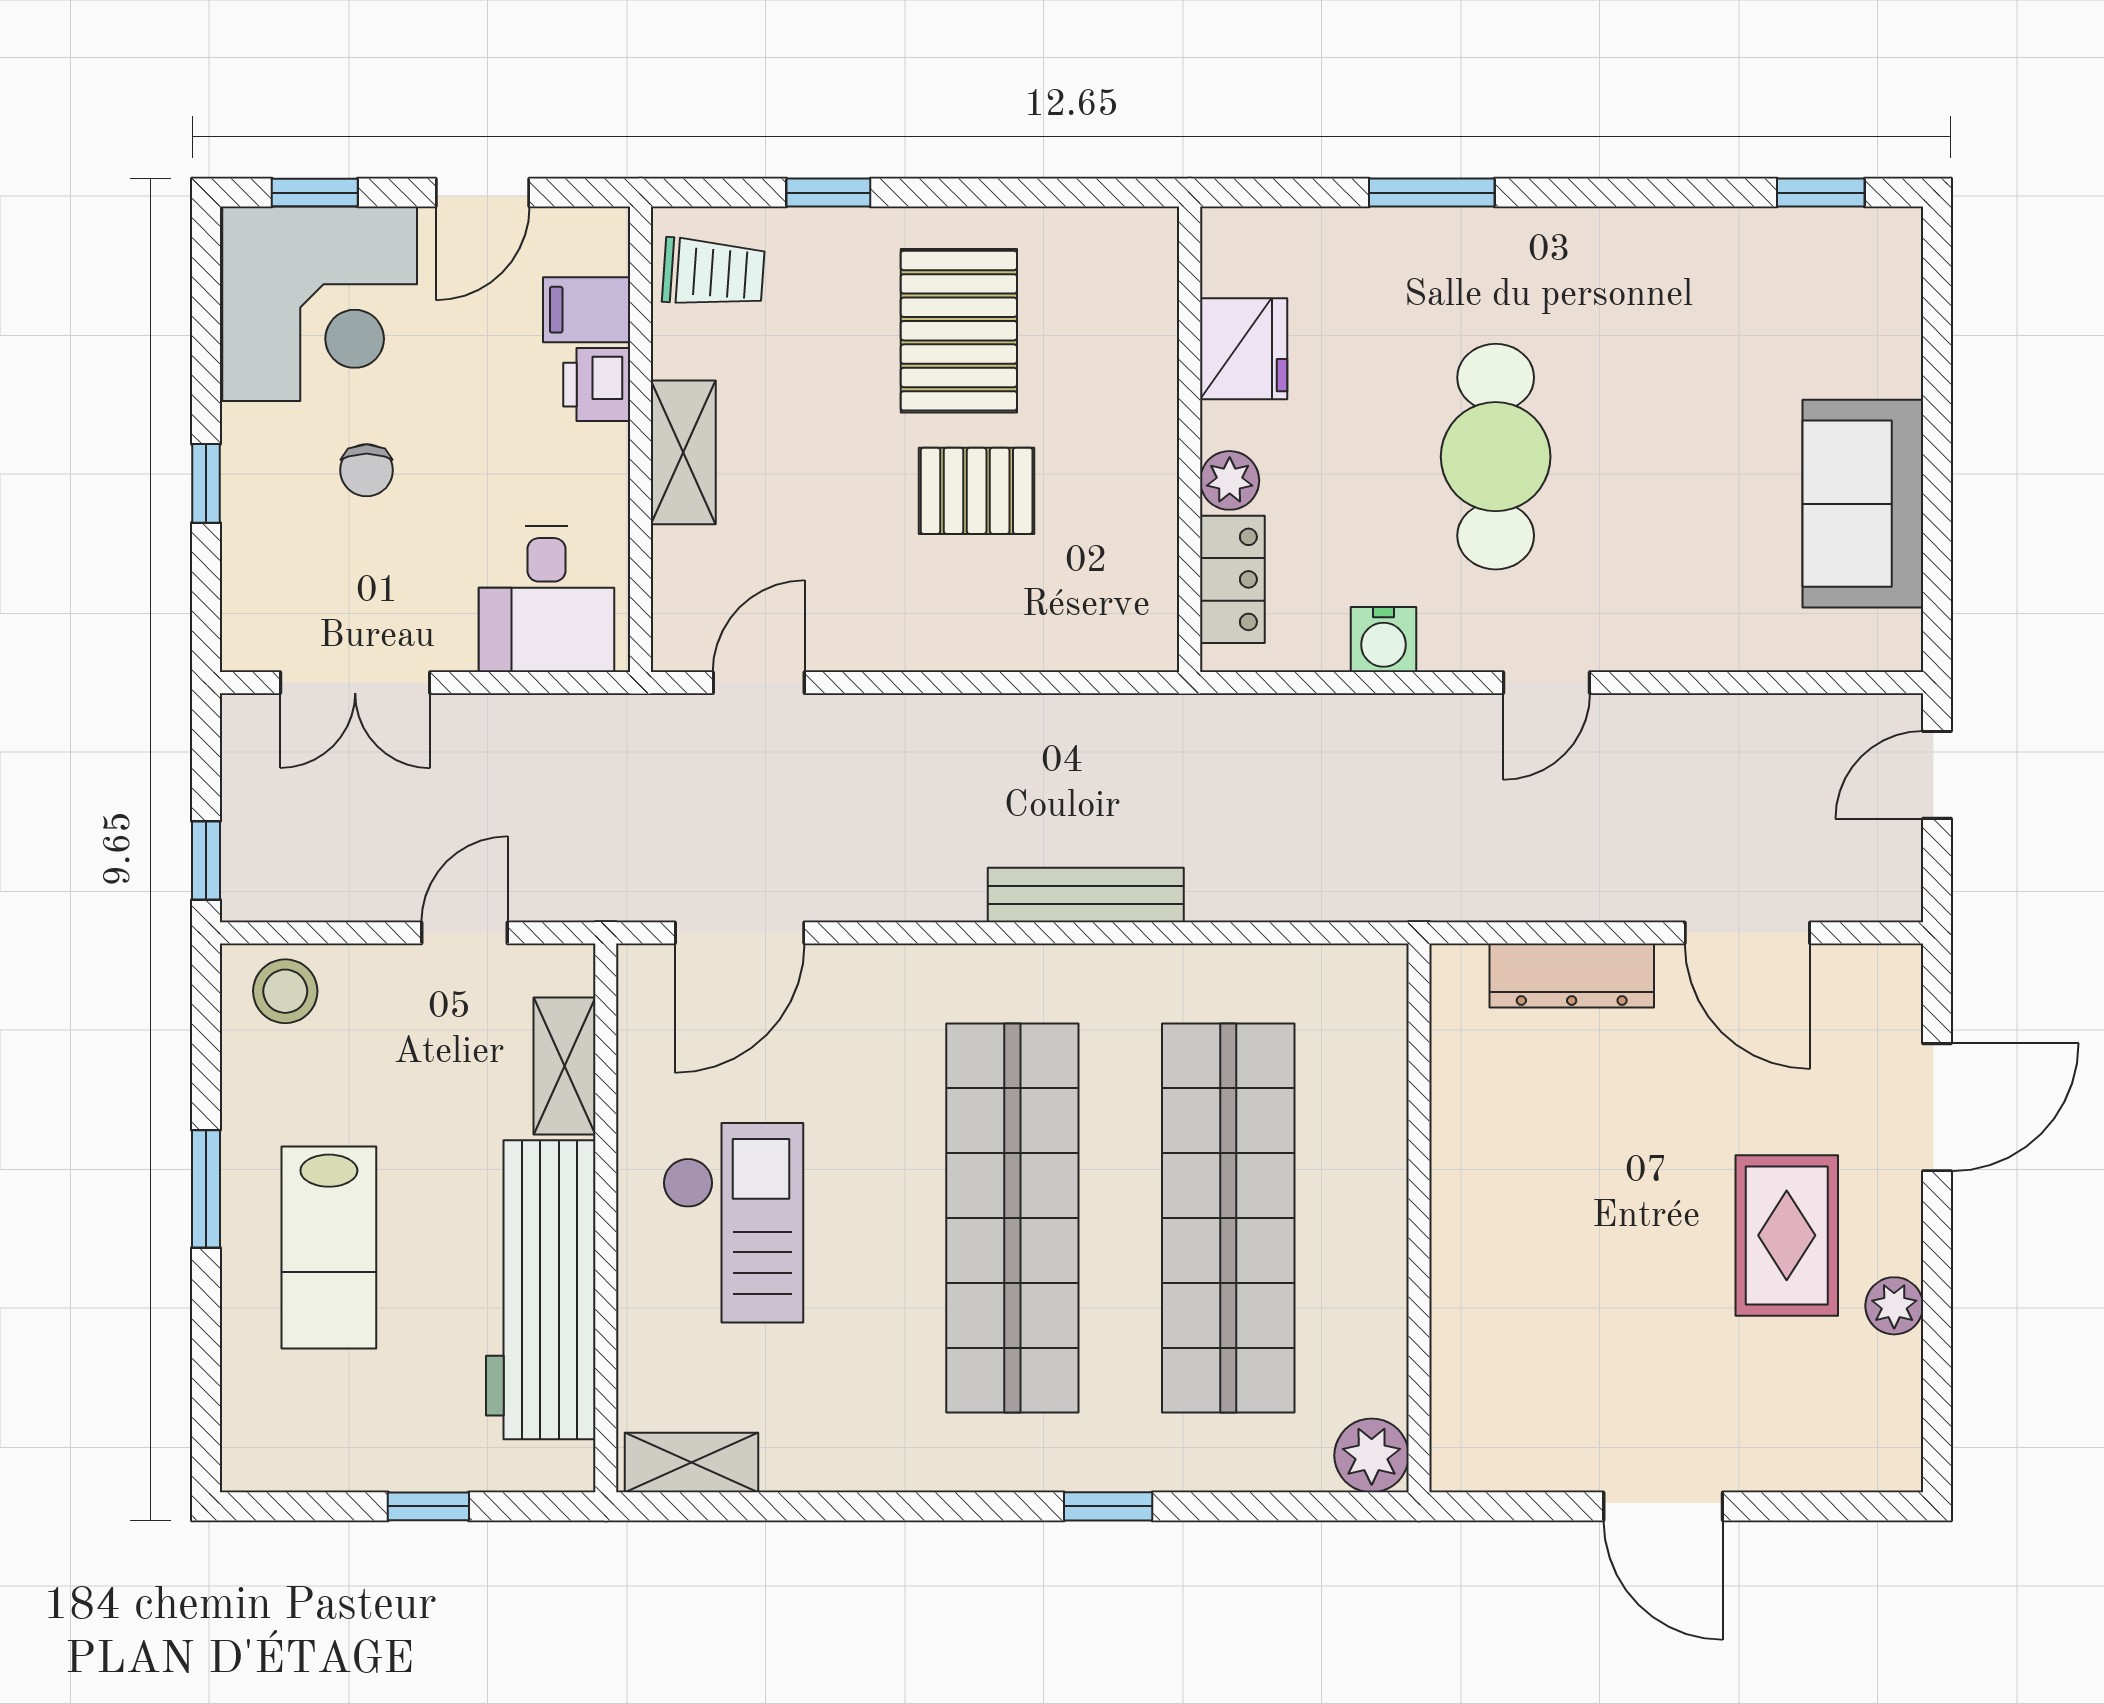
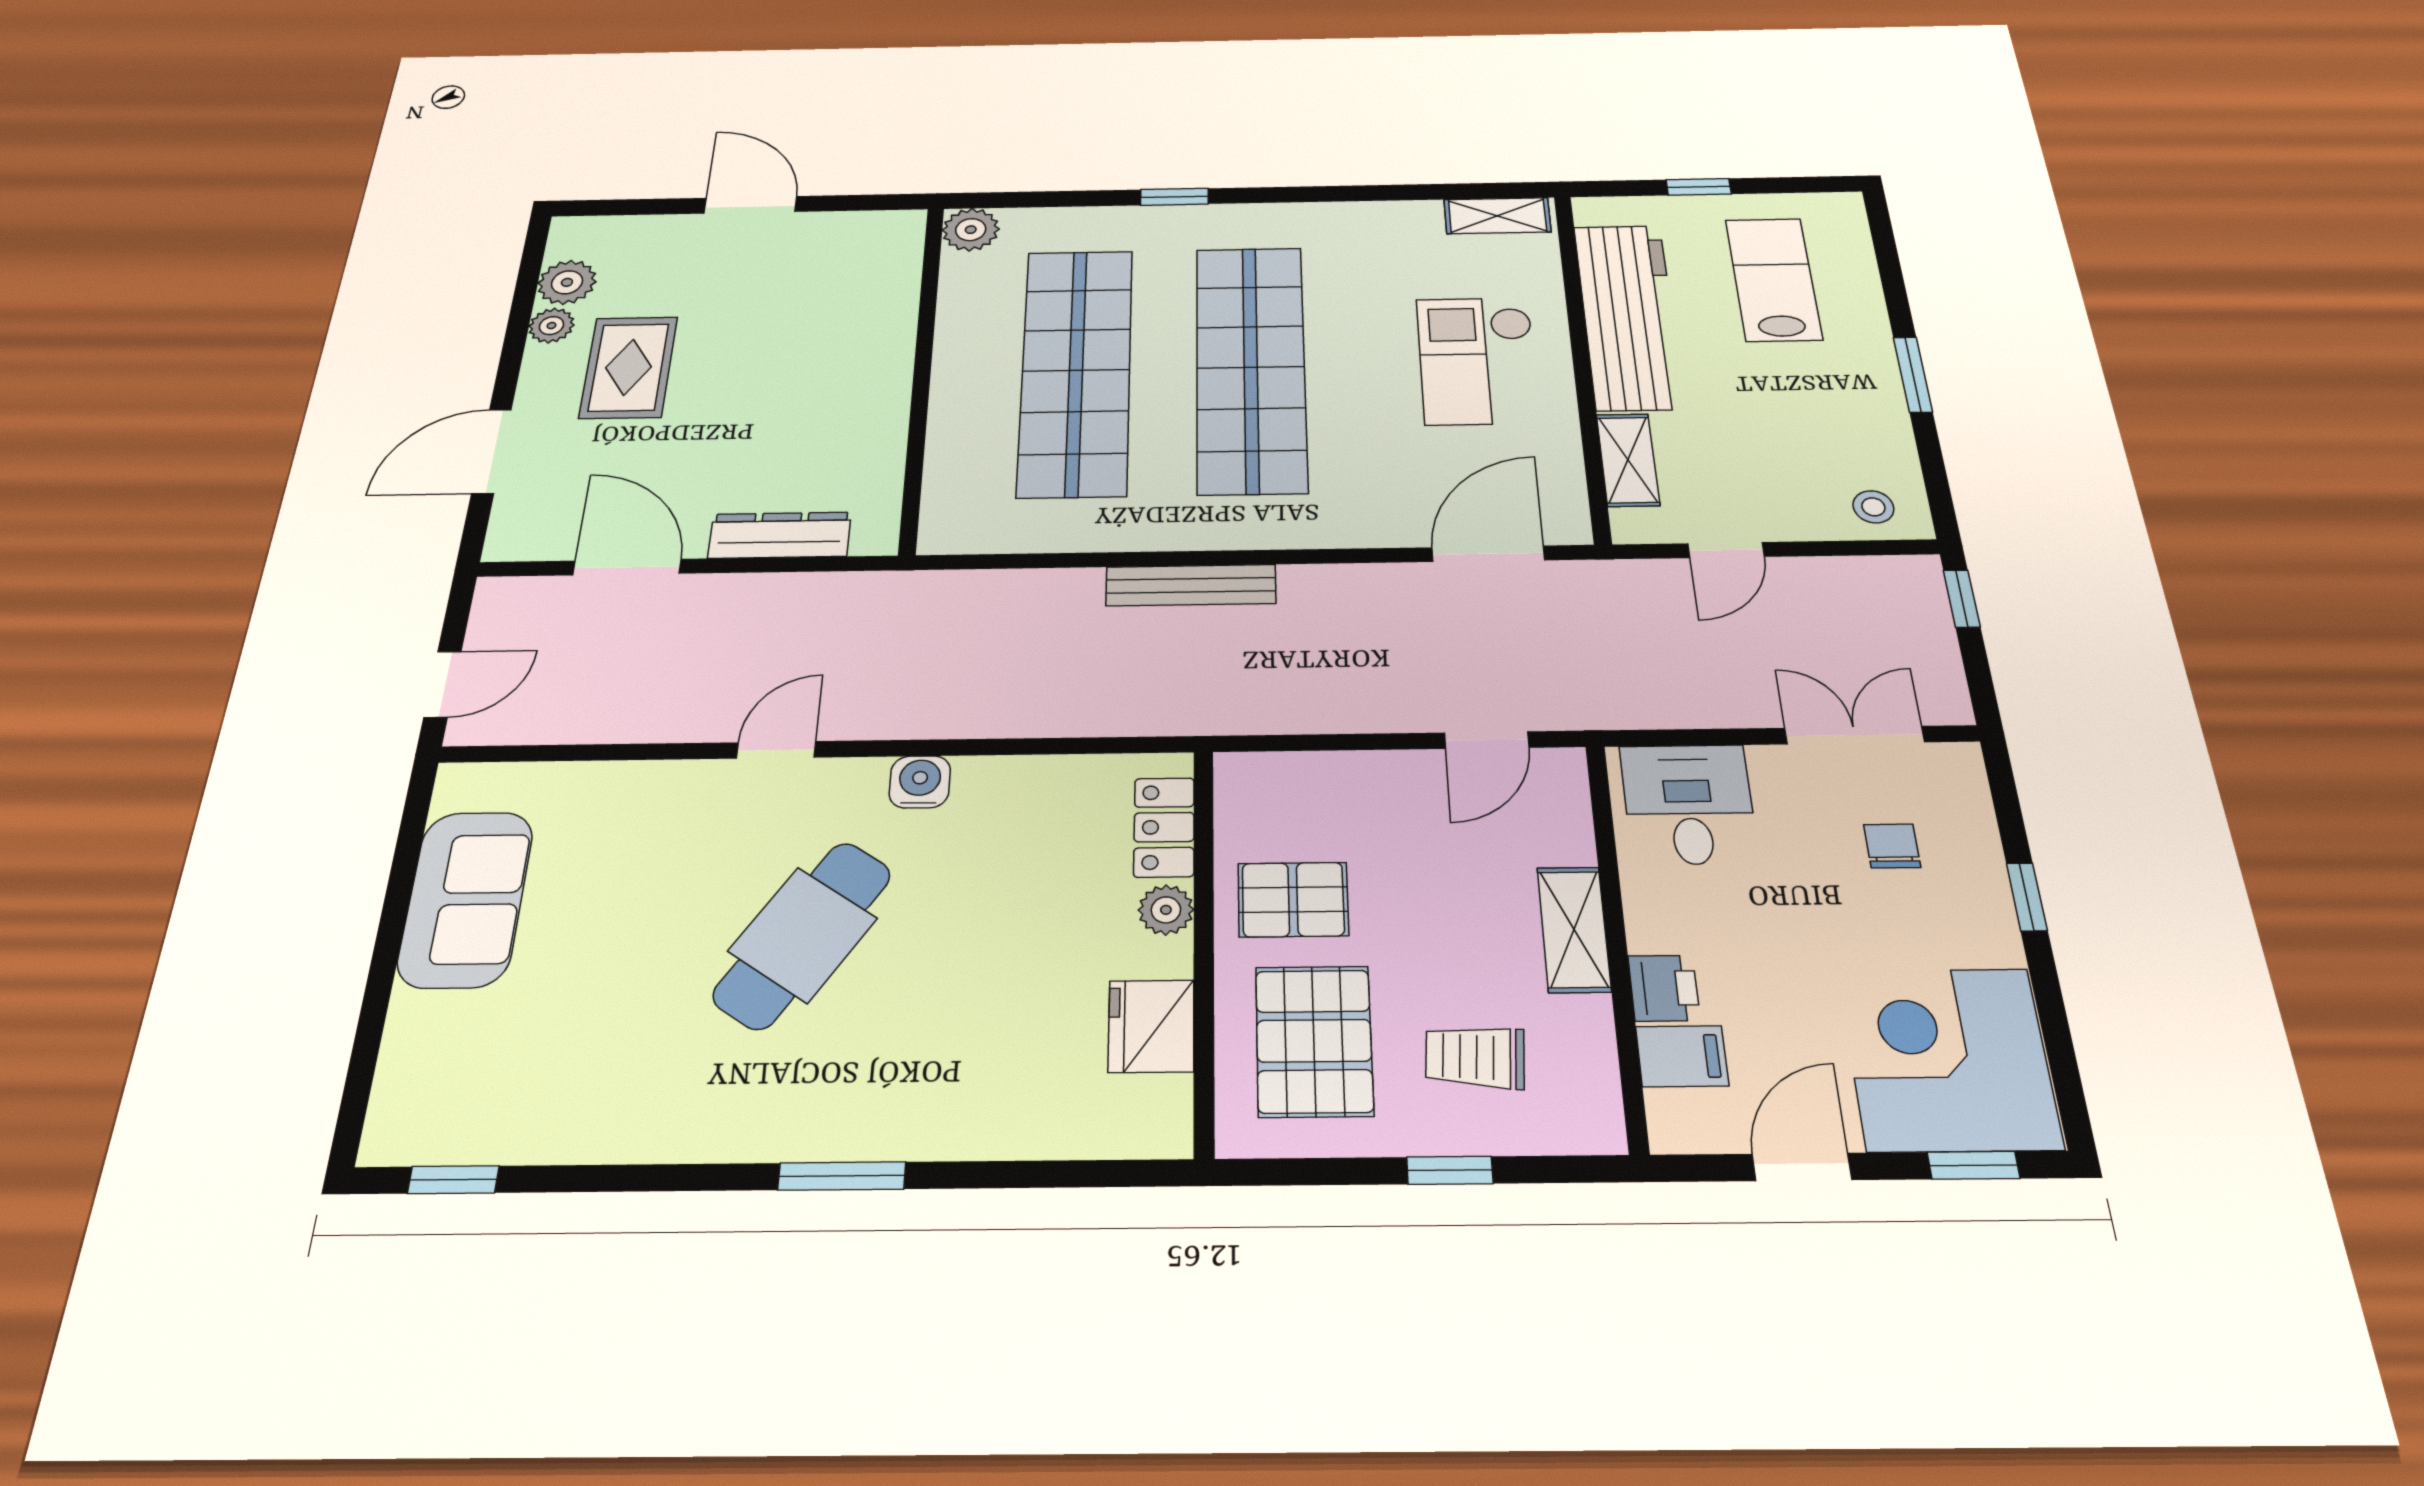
trolley: (713, 273) -> (1475, 1057), moved
fridge: (1244, 349) -> (1151, 1026), moved
wall: (1190, 439) -> (1204, 945), moved
cafe table: (1496, 457) -> (803, 935), turned 34
chair: (367, 470) -> (1892, 846), moved
plant: (1230, 480) -> (1166, 910), moved
locker: (1232, 579) -> (1164, 827), moved
stool: (285, 991) -> (1873, 507), width x0.73, depth x0.73
lab bench: (329, 1247) -> (1773, 279), moved
plant: (1885, 1378) -> (567, 282), added

